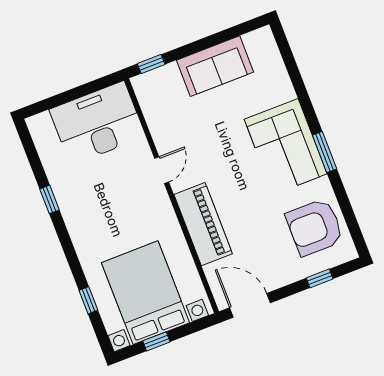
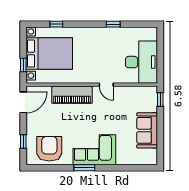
window: (156, 341) -> (23, 65), moved

